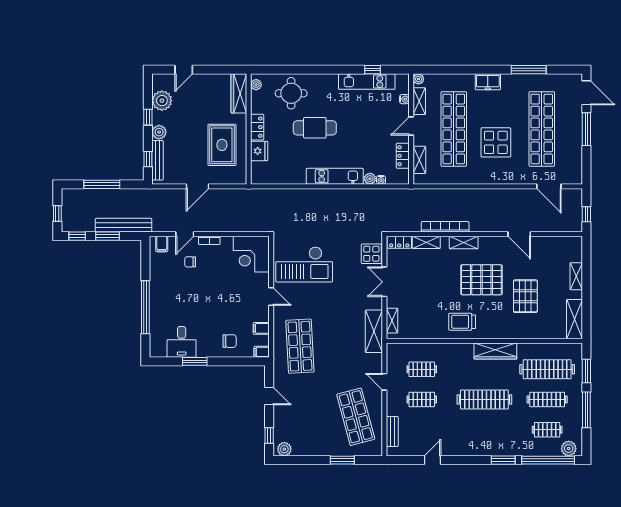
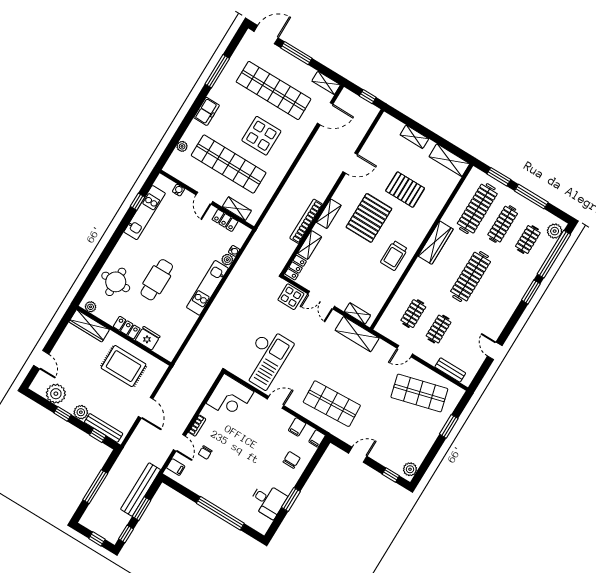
plant: (418, 79) -> (182, 146), moved
shelving: (419, 101) -> (326, 83), moved

